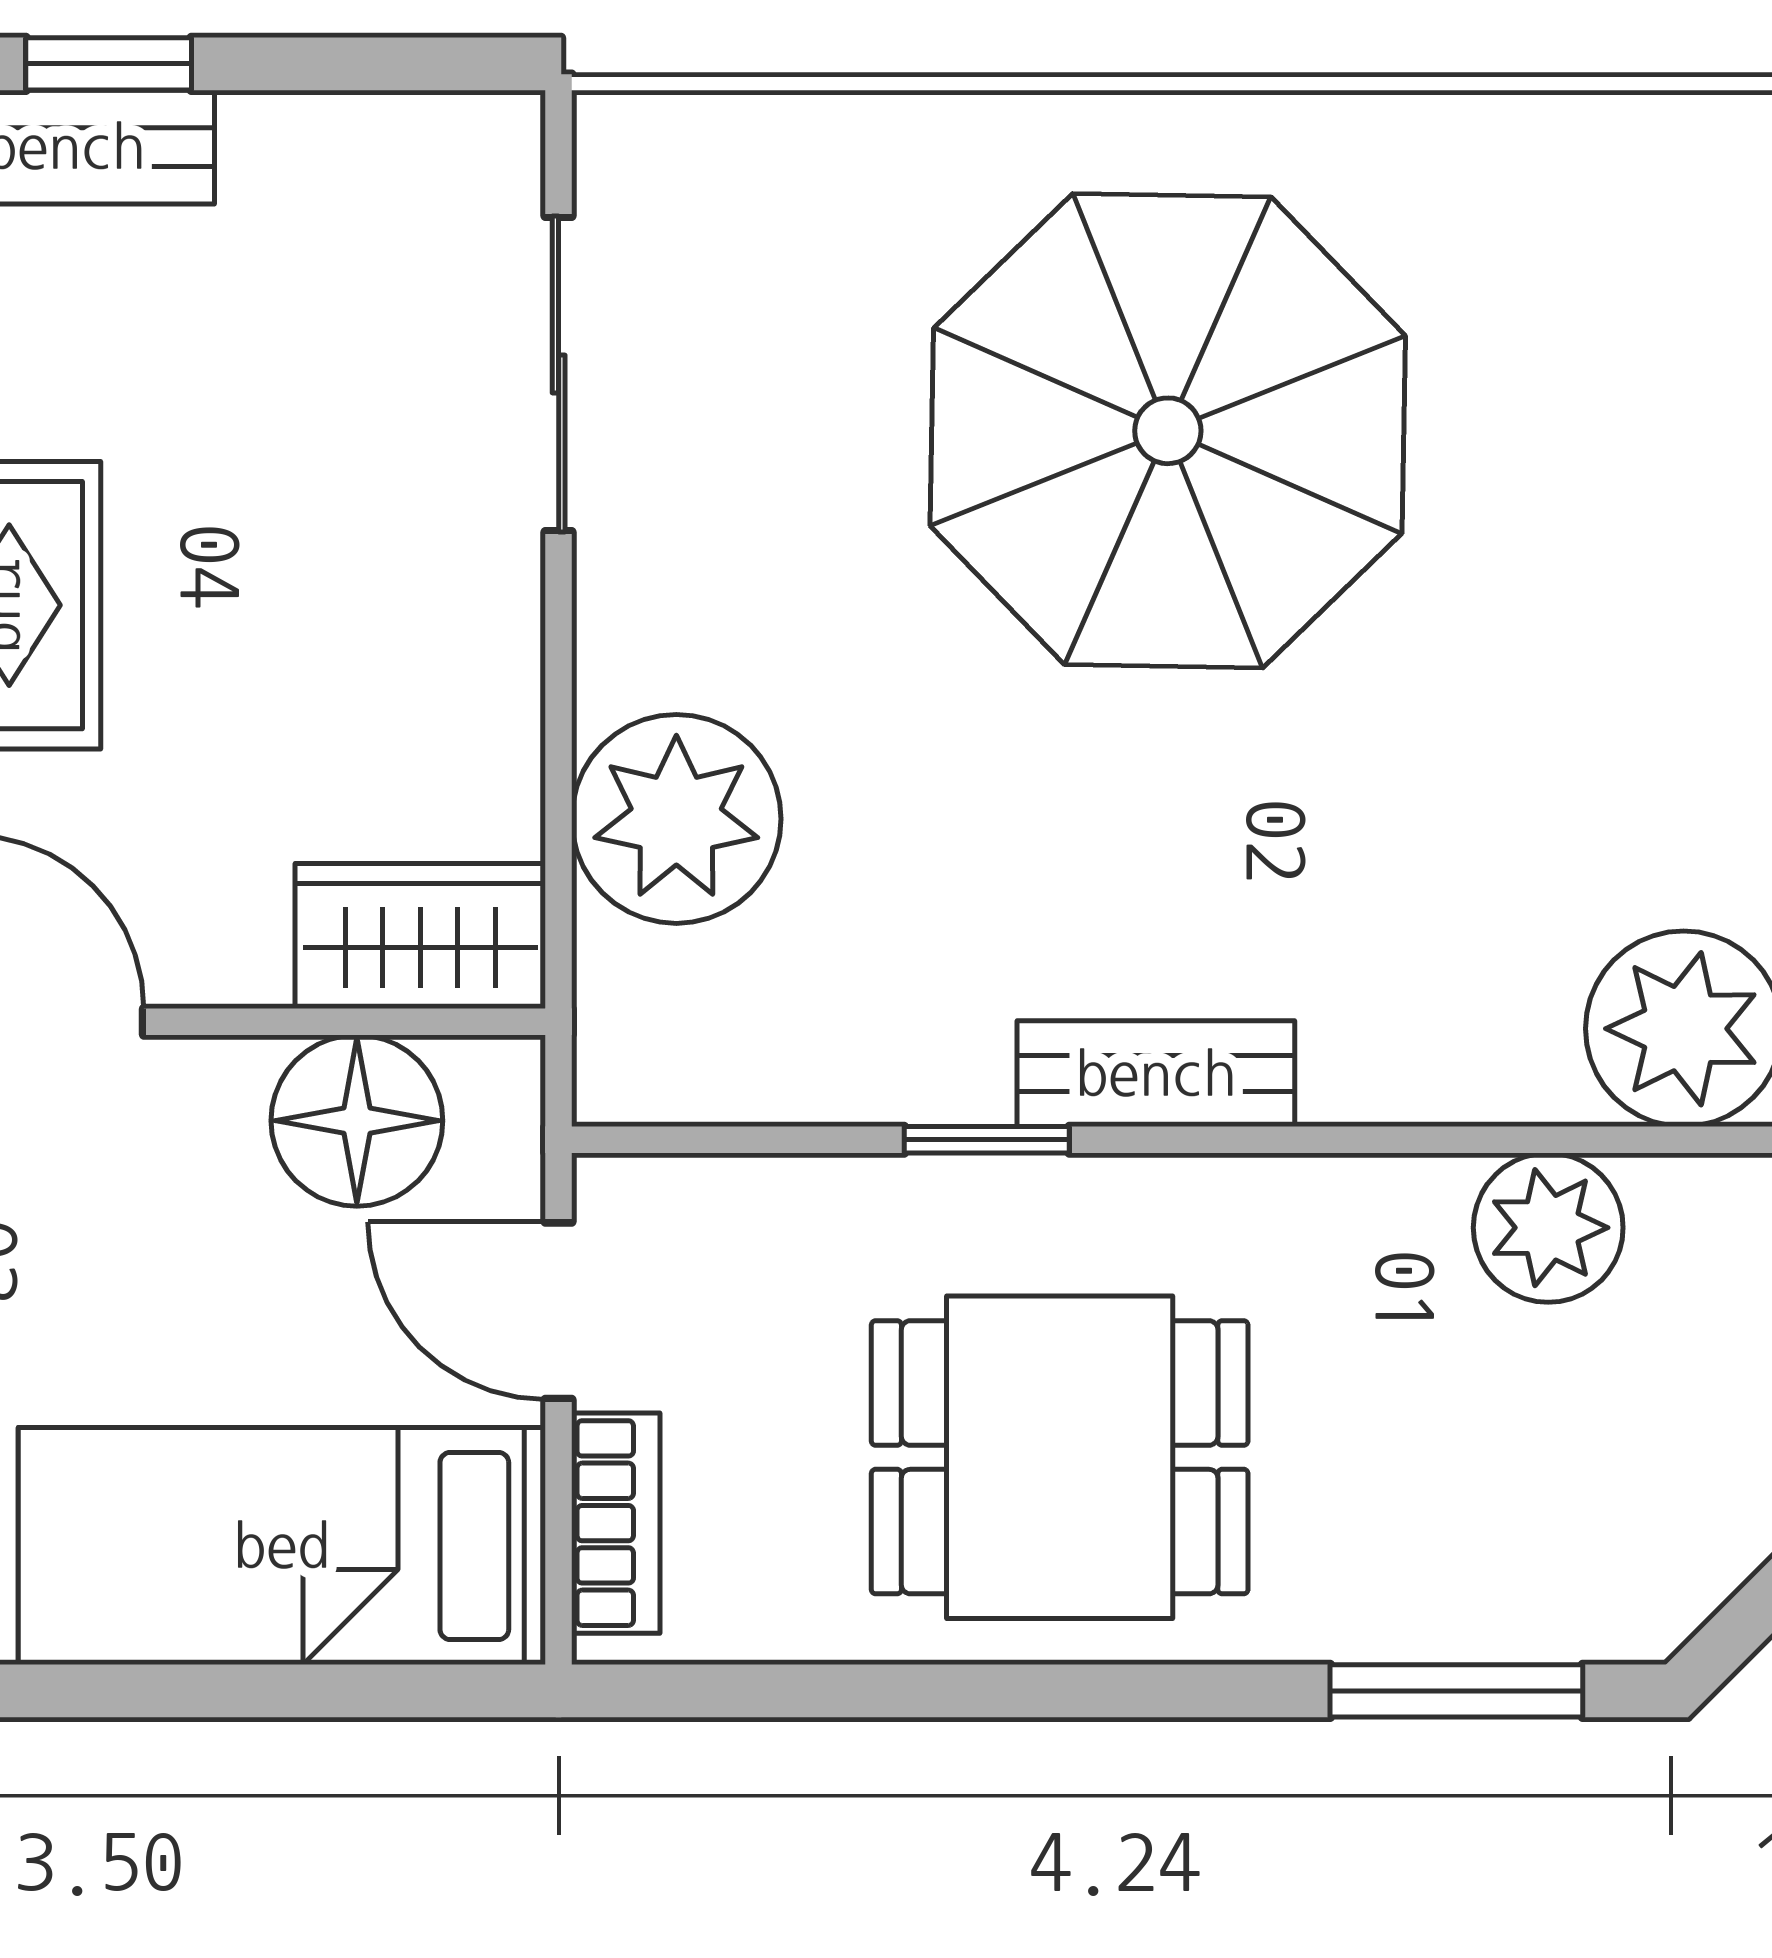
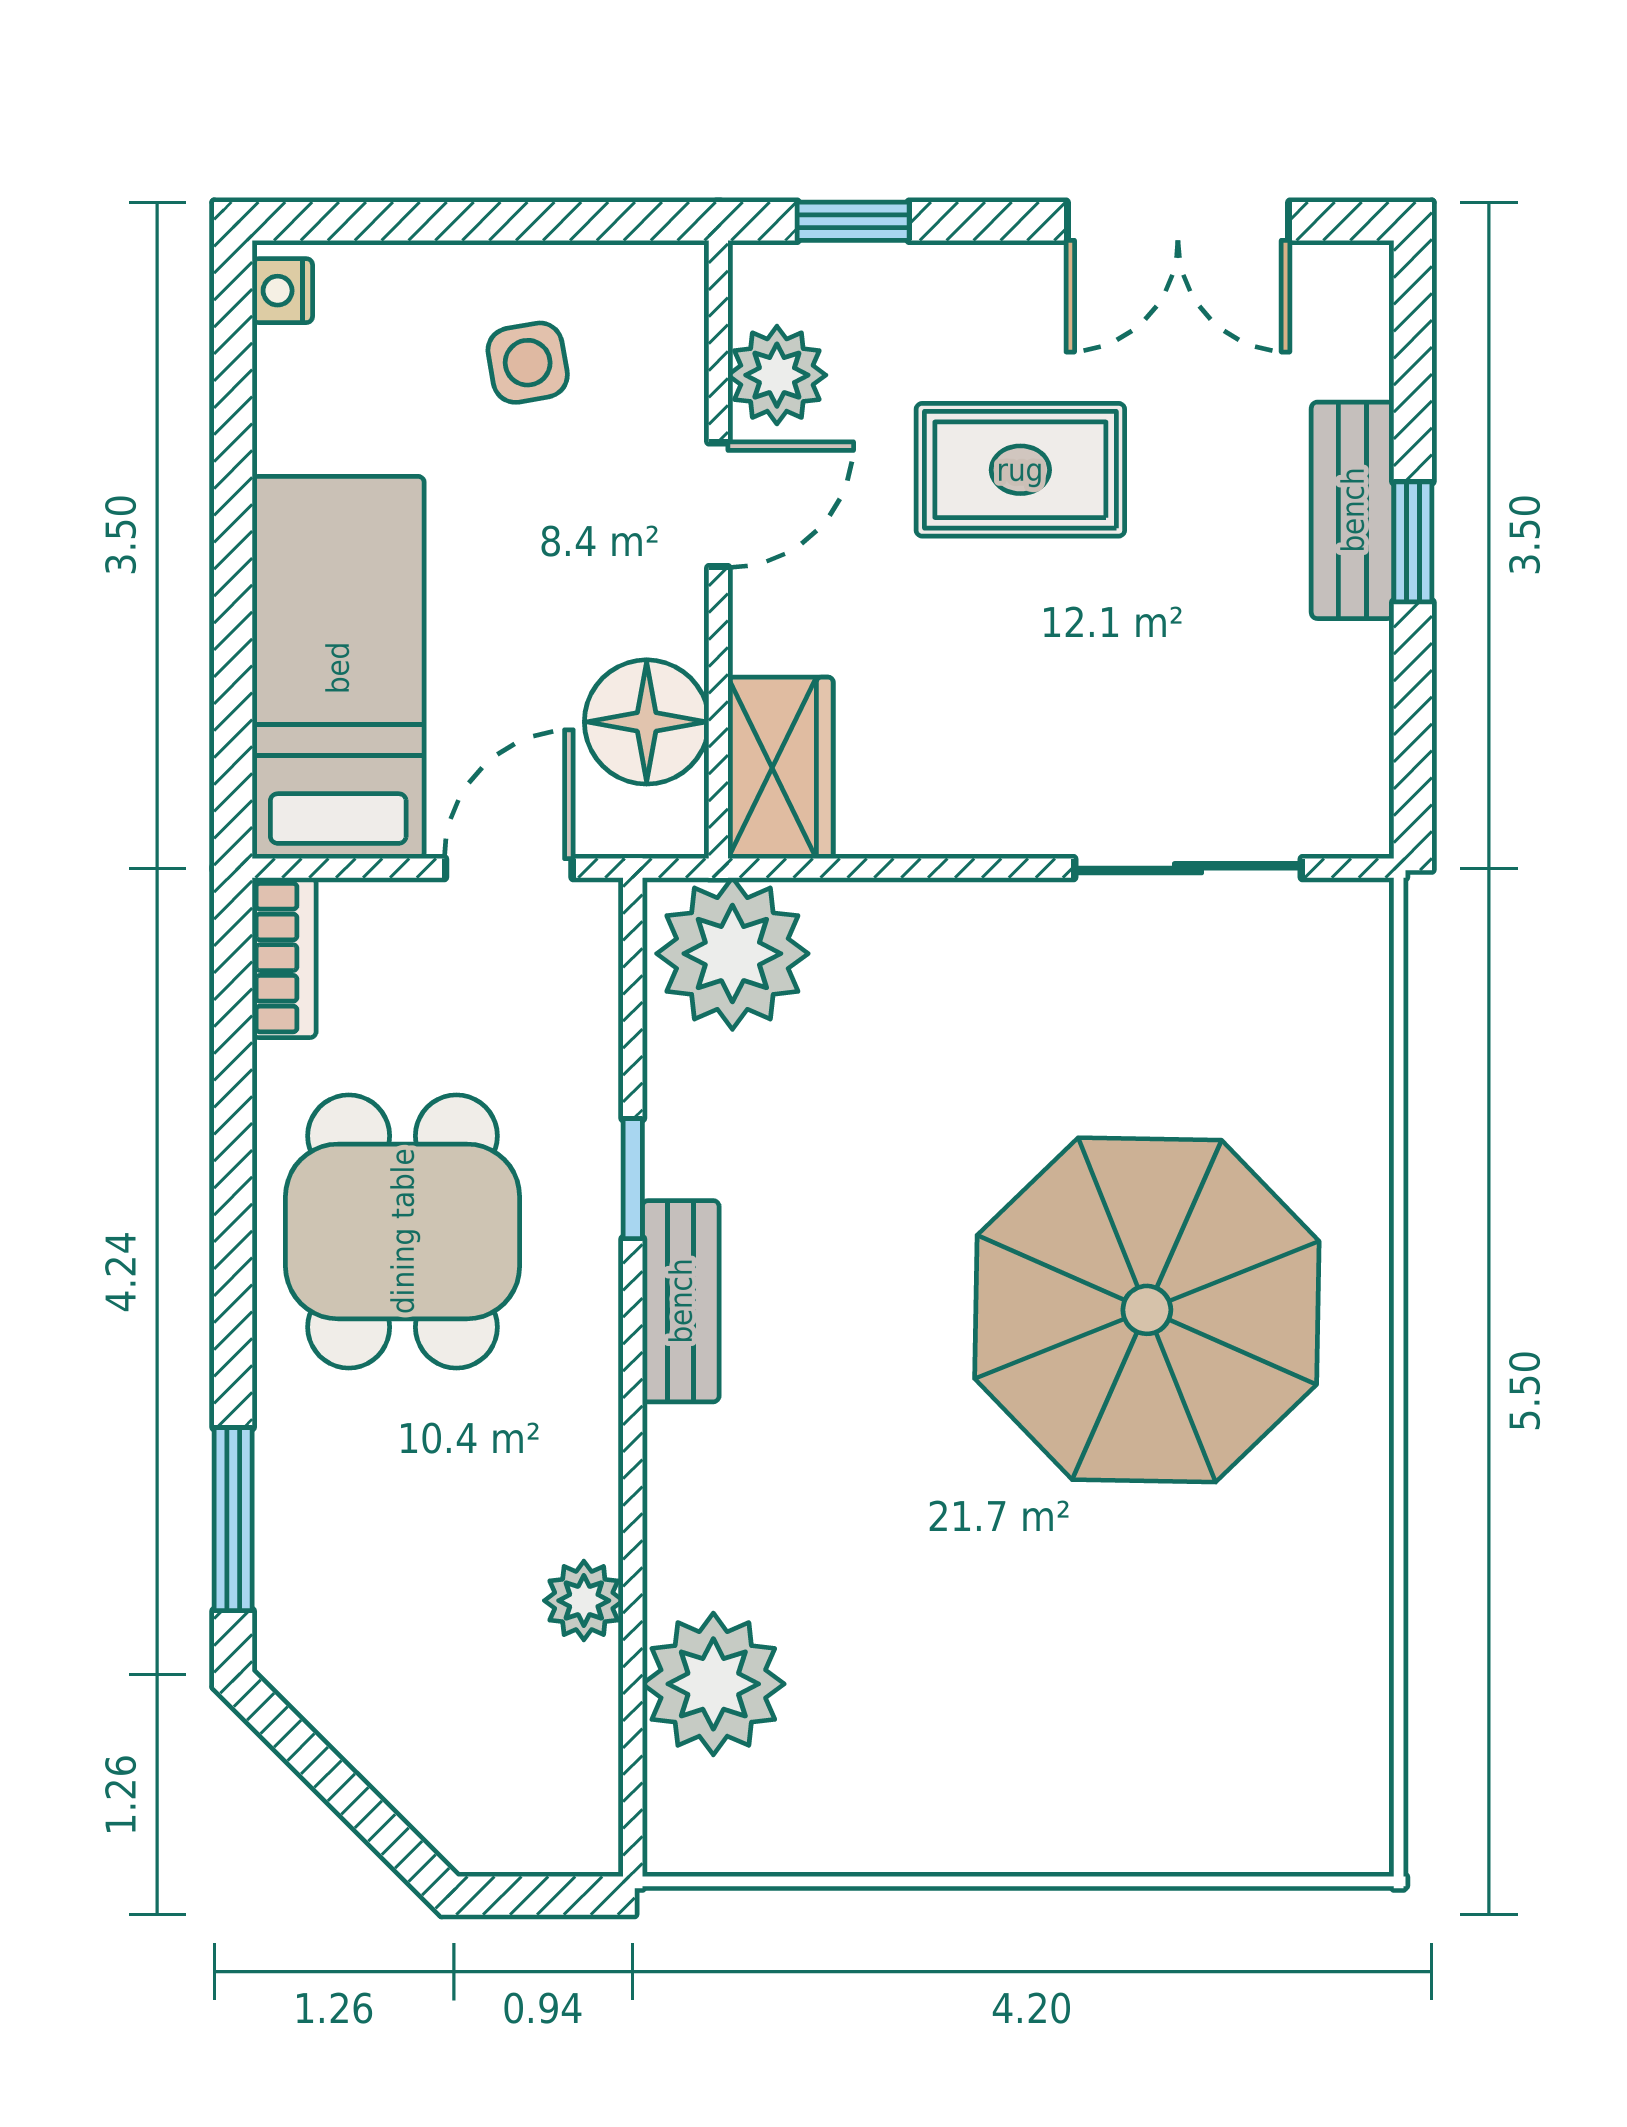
plant: (676, 819) -> (732, 954), moved
plant: (1548, 1228) -> (584, 1601), width x0.73, depth x0.73
bookcase: (616, 1523) -> (284, 958), moved, turned -90

